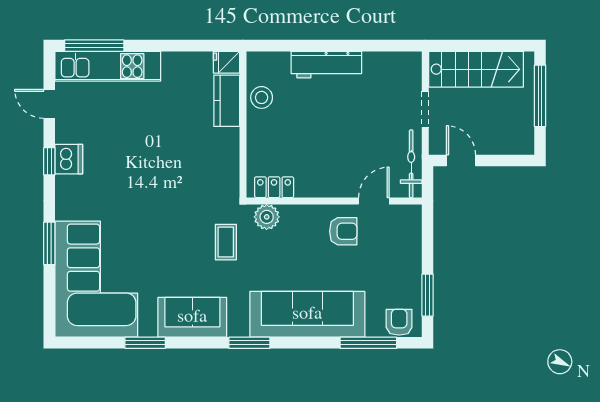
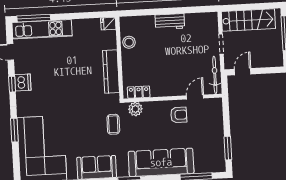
workbench: (326, 65) -> (170, 22), width x0.73
kitchen counter: (227, 101) -> (111, 71), moved, width x1.50
door: (461, 160) -> (243, 72), hinge flipped
armchair: (399, 322) -> (213, 164), removed

